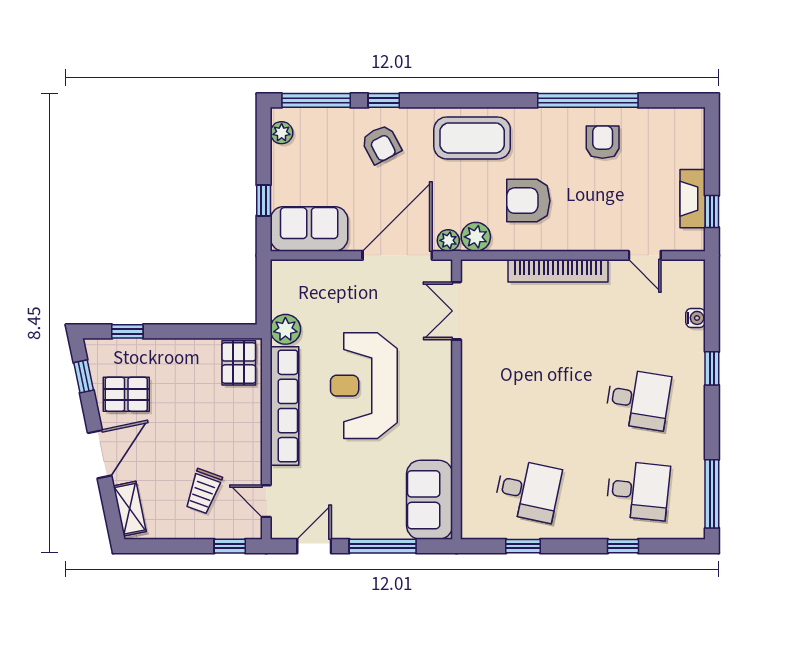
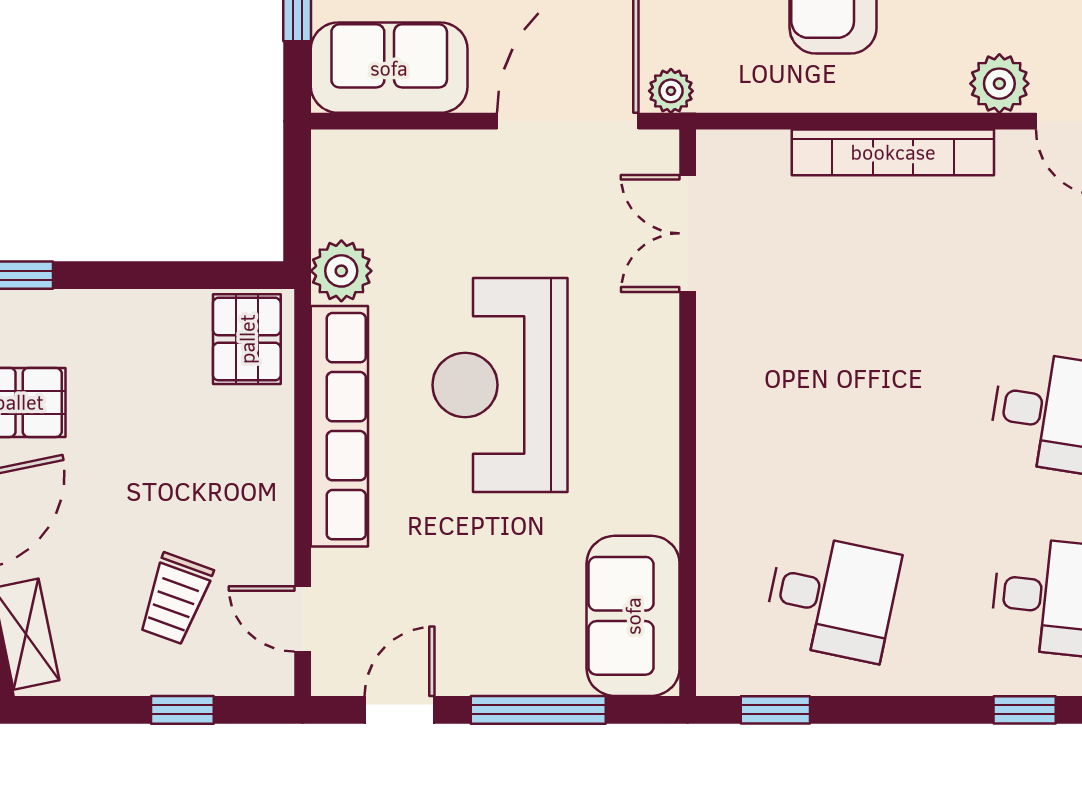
plant: (476, 237) -> (999, 84), moved
window: (230, 546) -> (182, 710), moved
window: (523, 546) -> (775, 710), moved

